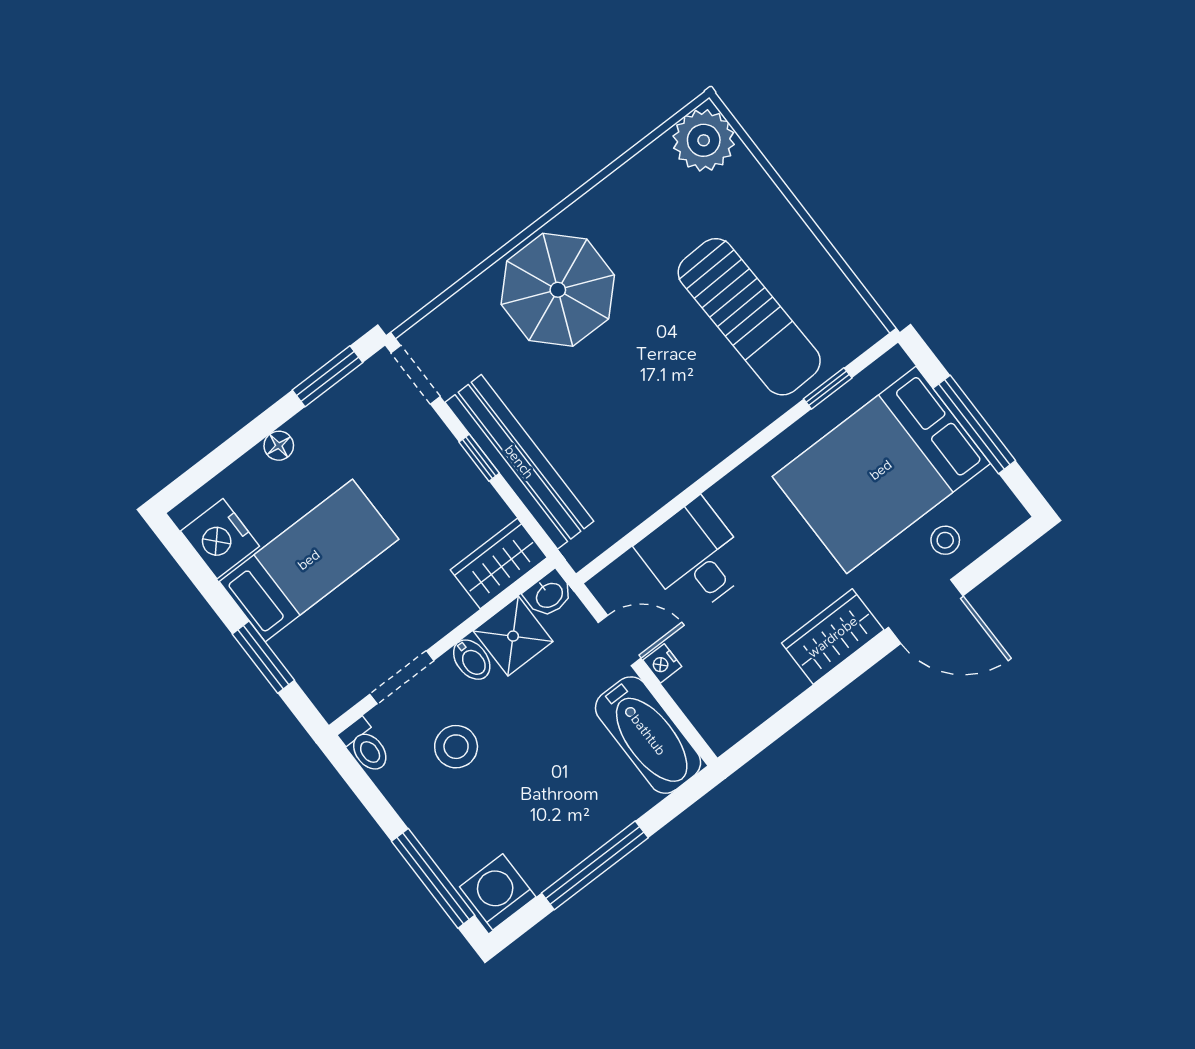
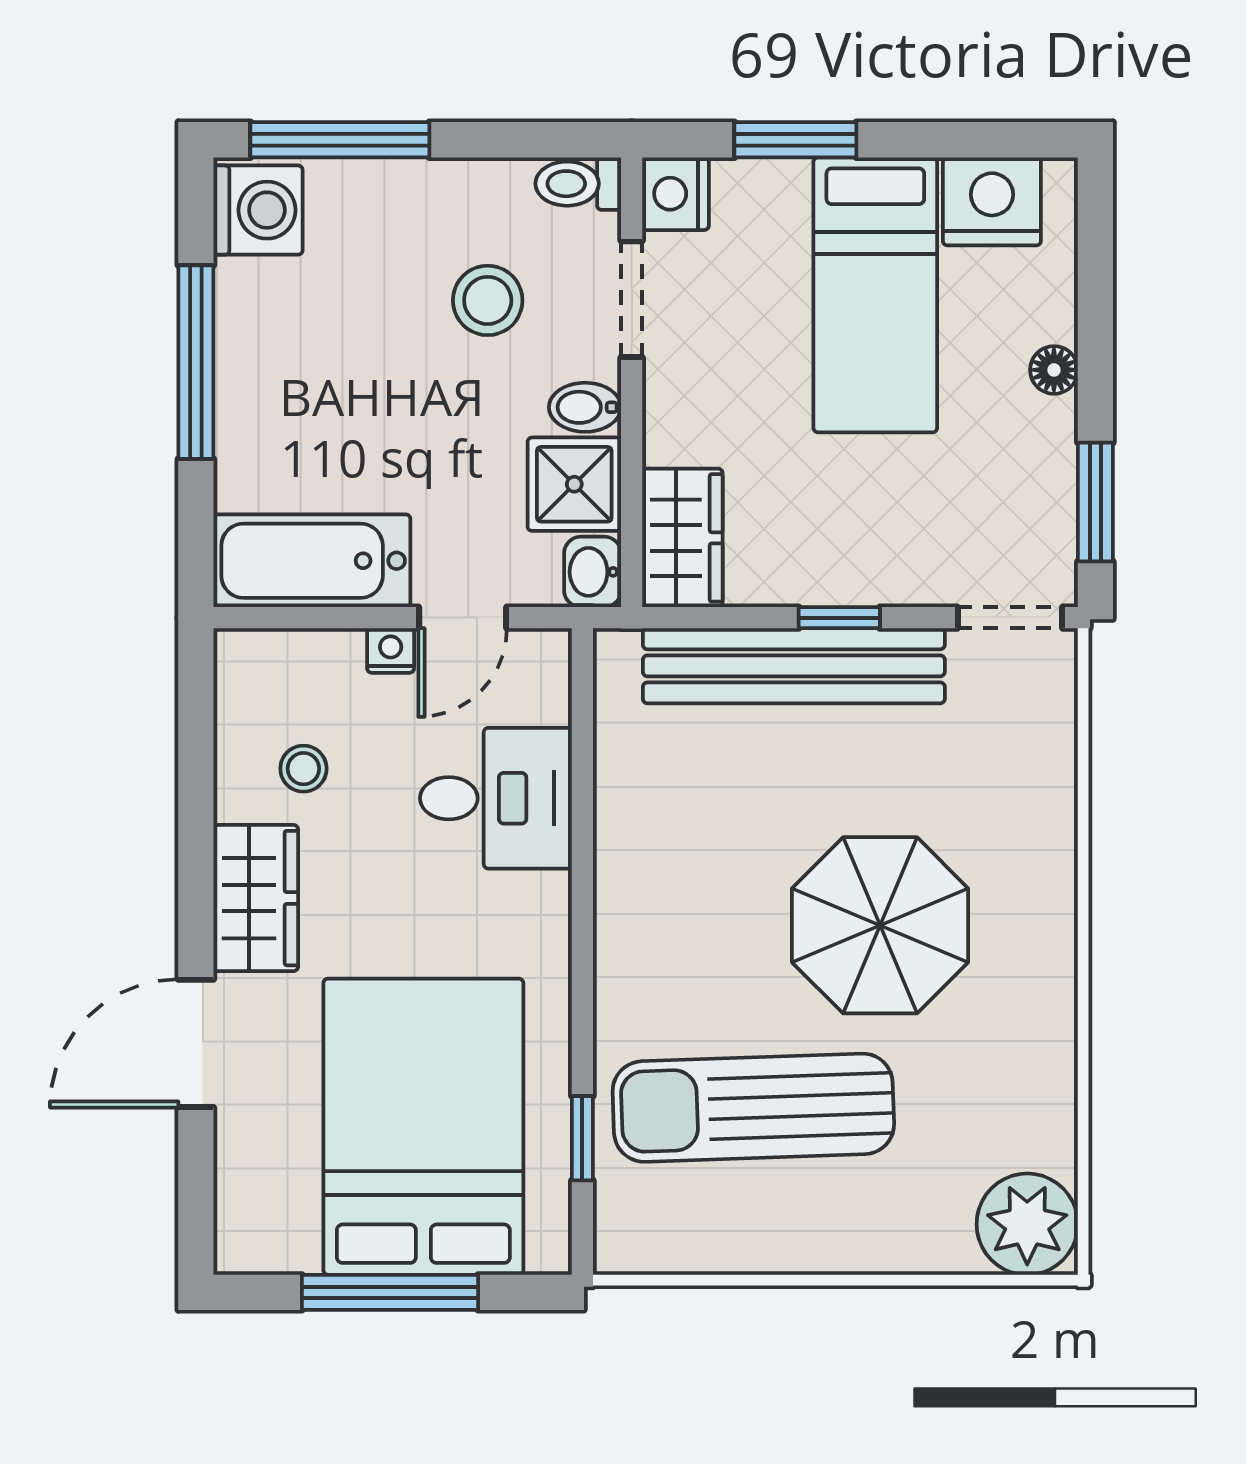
parasol: (558, 290) -> (880, 925), moved
stool: (945, 540) -> (303, 769), moved
nightstand: (334, 695) -> (676, 194), added

